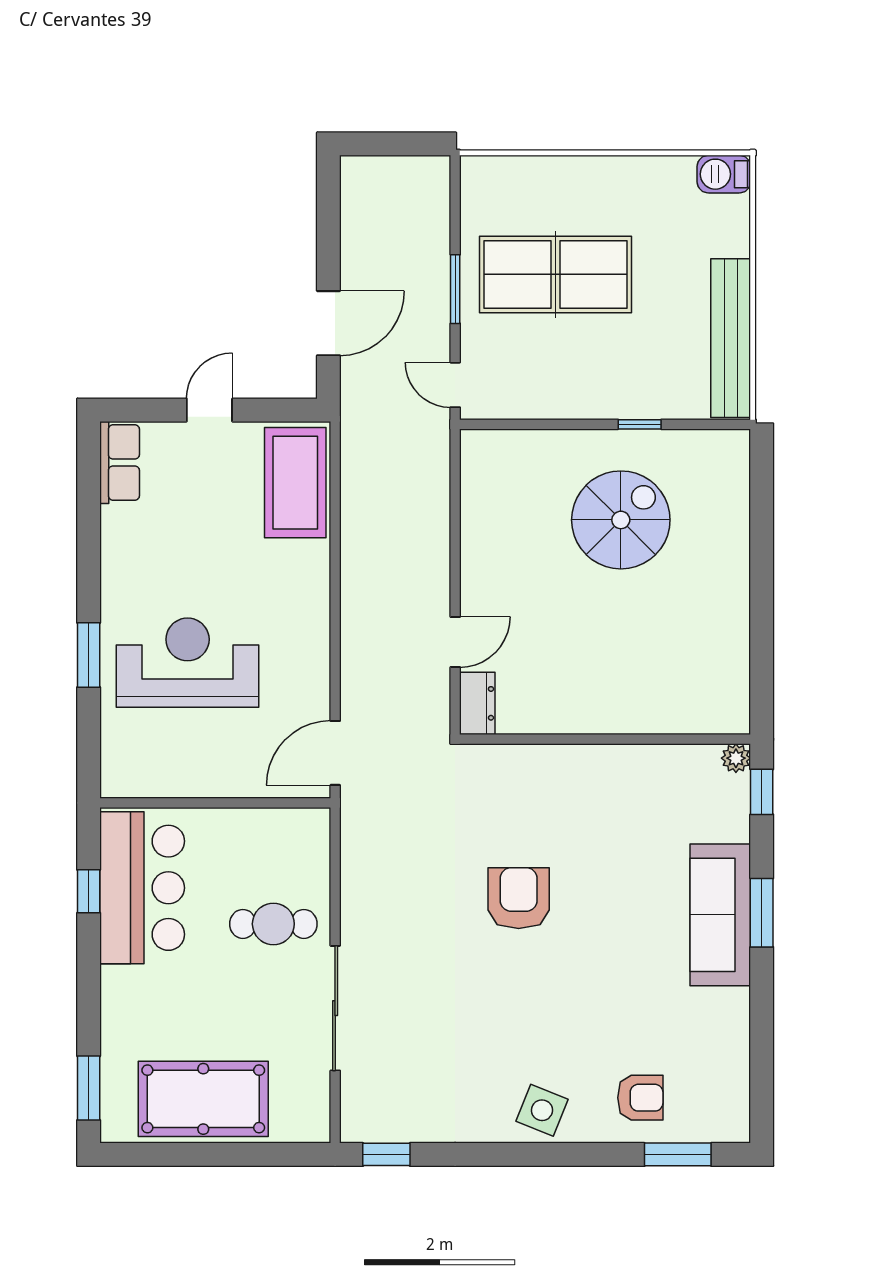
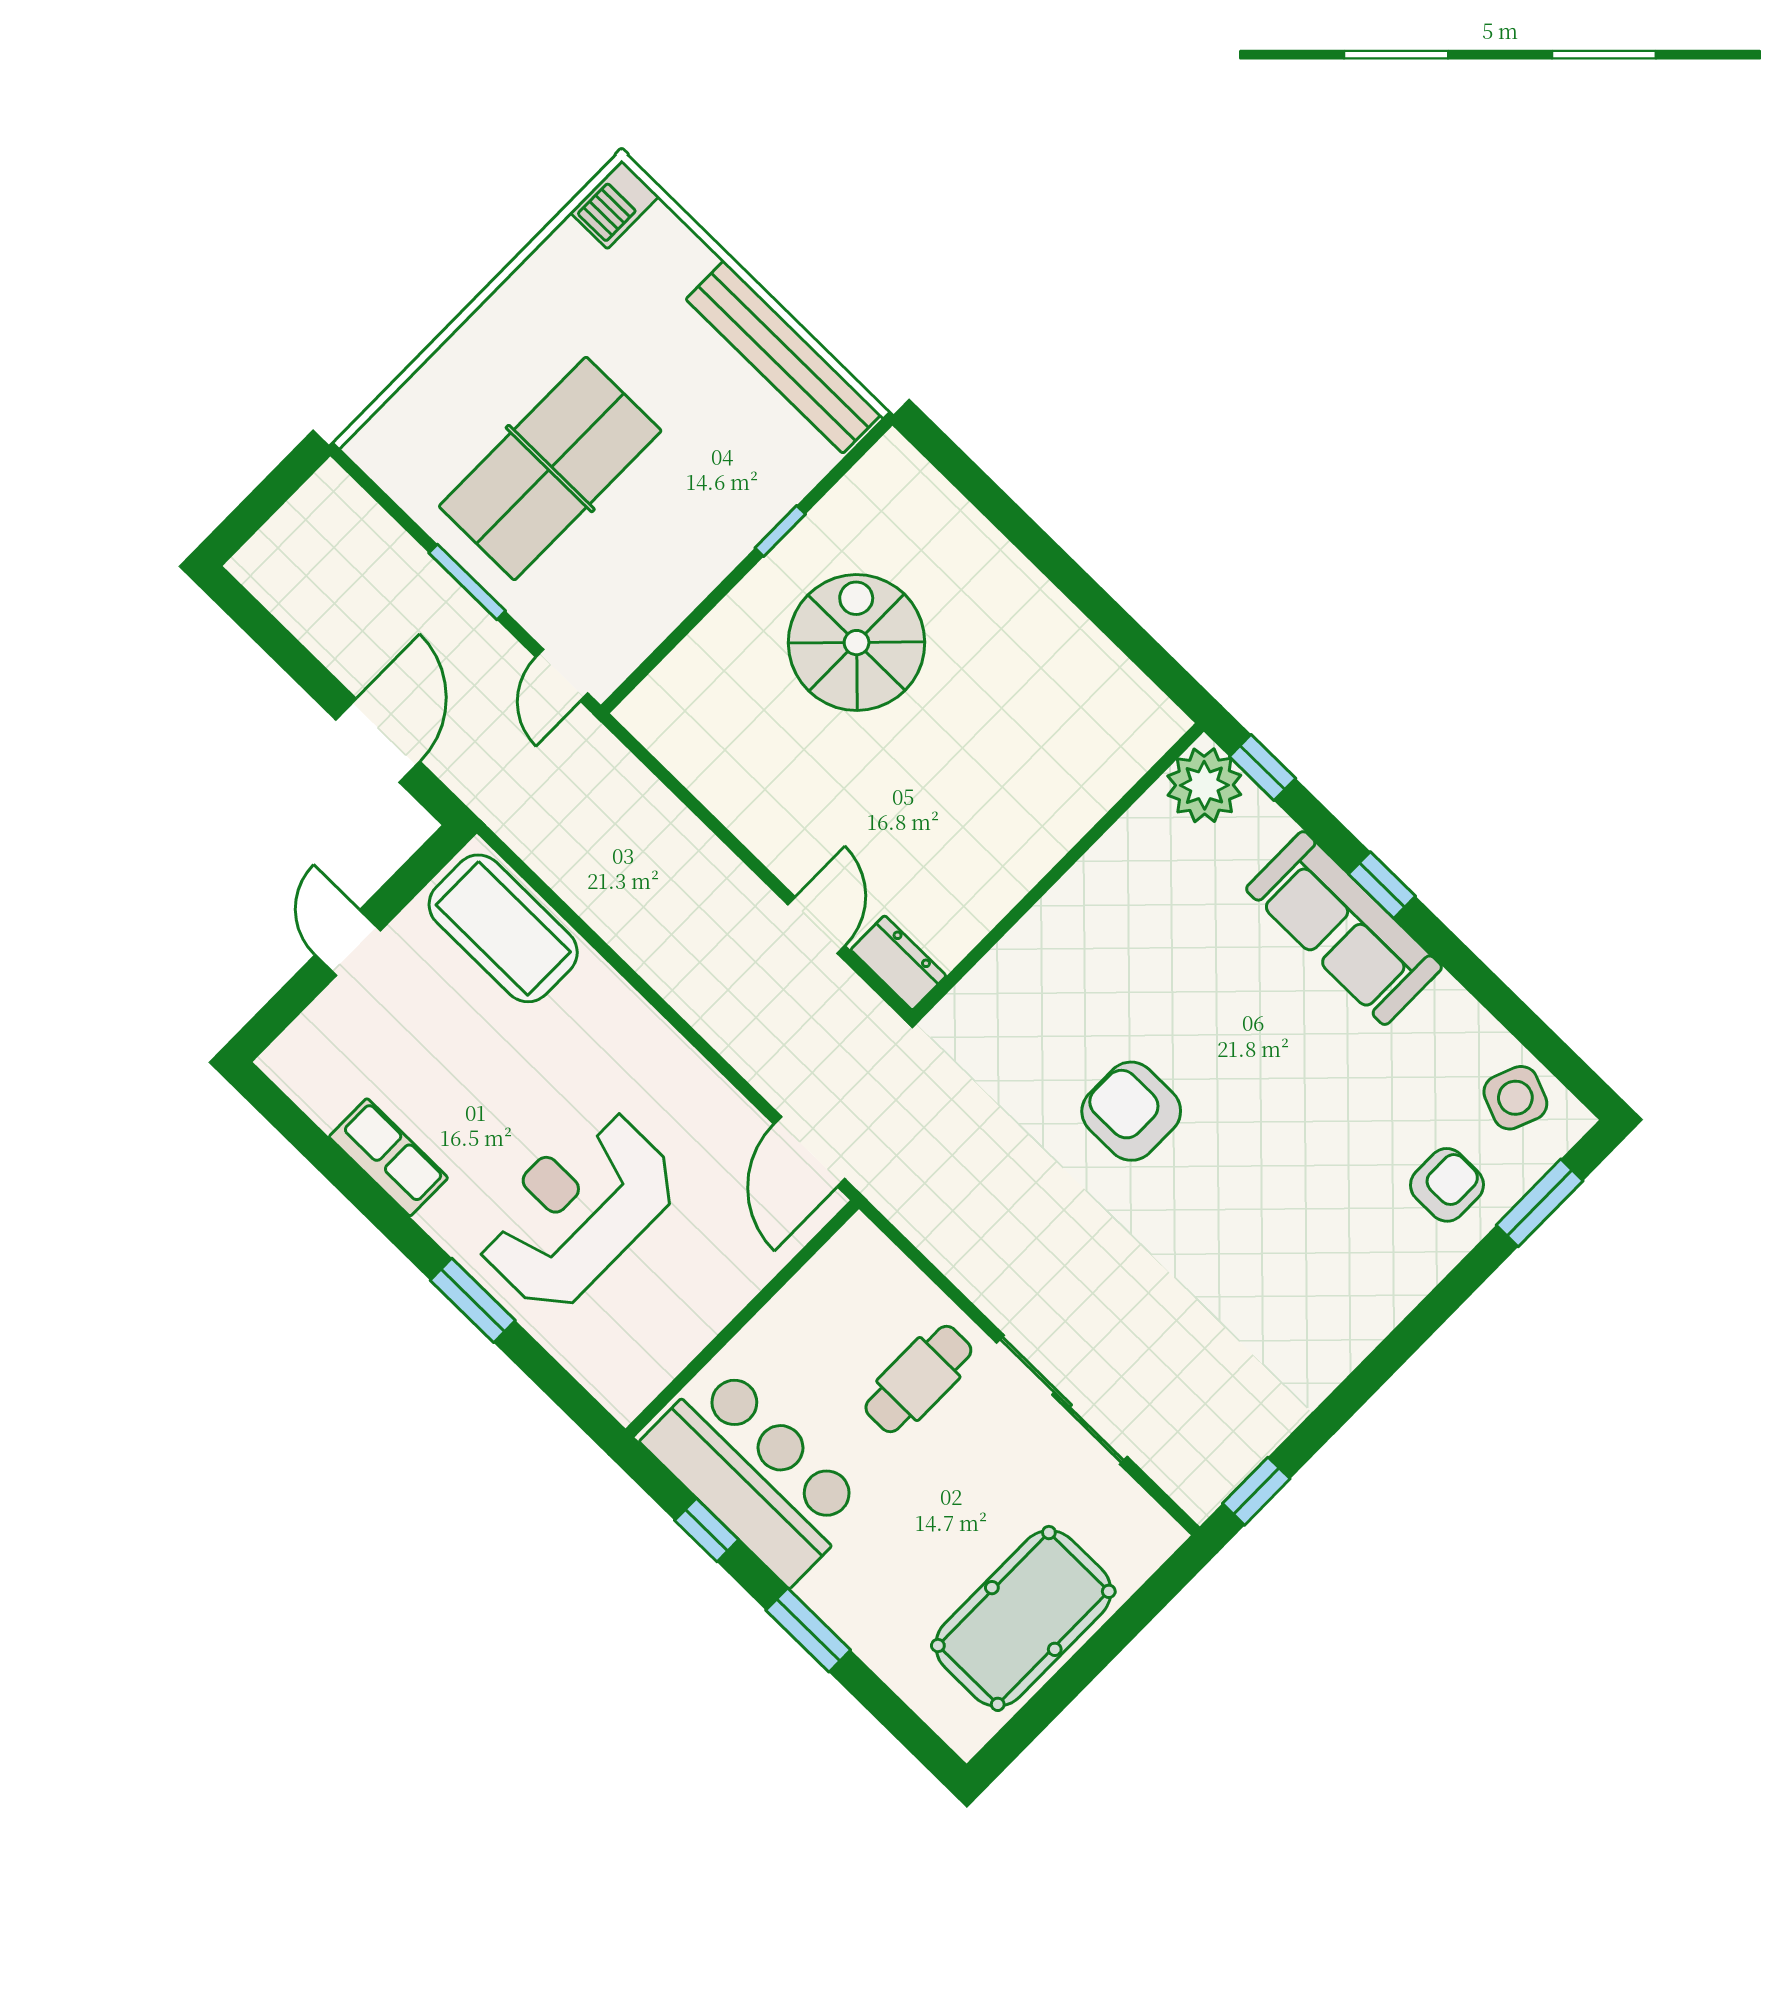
door: (455, 385) -> (562, 675), hinge flipped
row of seats: (120, 462) -> (388, 1157), moved
plant: (736, 758) -> (1204, 785), width x1.88, depth x1.88
window: (762, 913) -> (1382, 885), width x0.67
window: (89, 1088) -> (808, 1630), moved
side table: (542, 1110) -> (1515, 1098), moved

